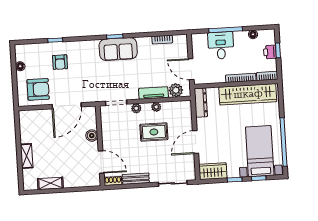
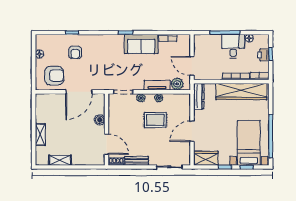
desk: (221, 45) -> (233, 46), moved
sofa: (118, 49) -> (141, 44), moved

